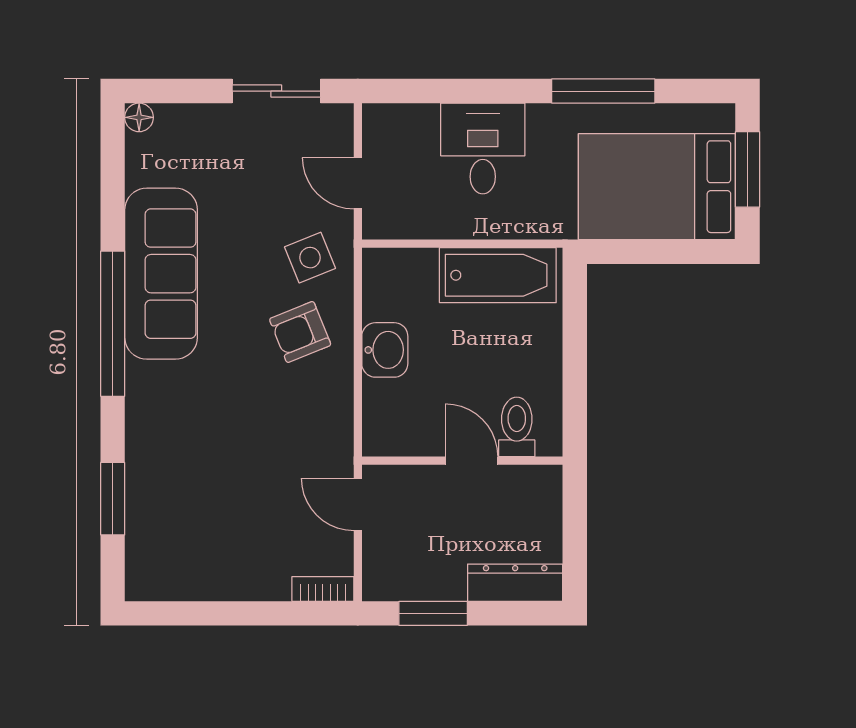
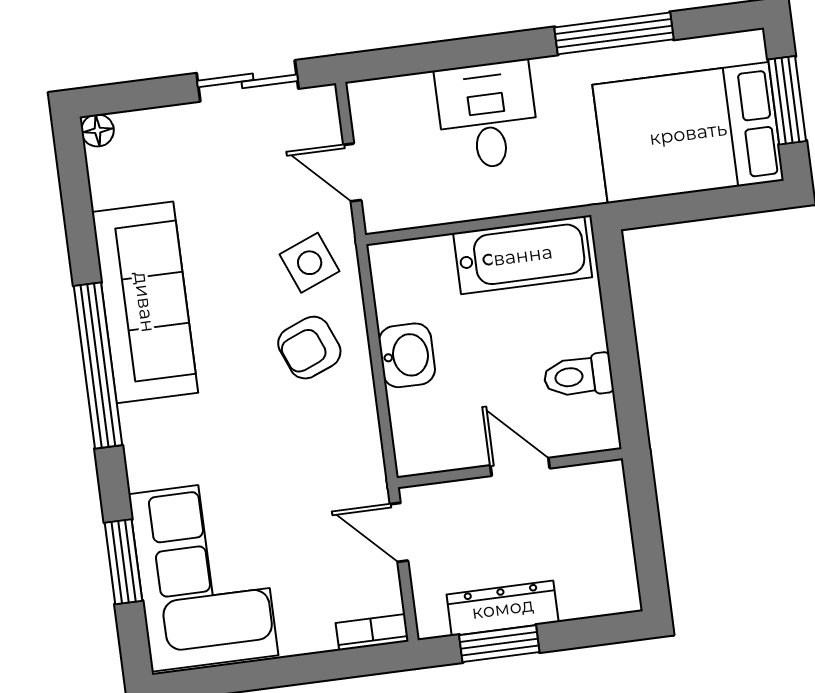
toilet: (517, 427) -> (578, 376), moved, turned -90
corner sofa: (181, 519) -> (203, 575), added
dresser: (515, 583) -> (503, 608), moved

